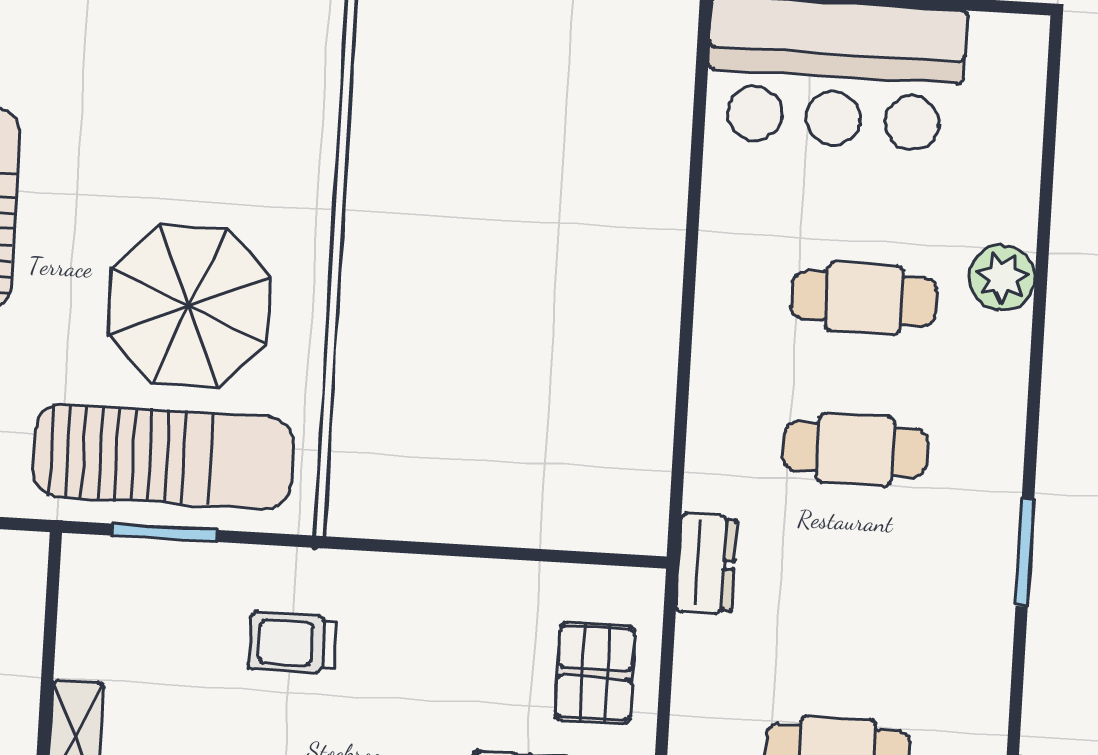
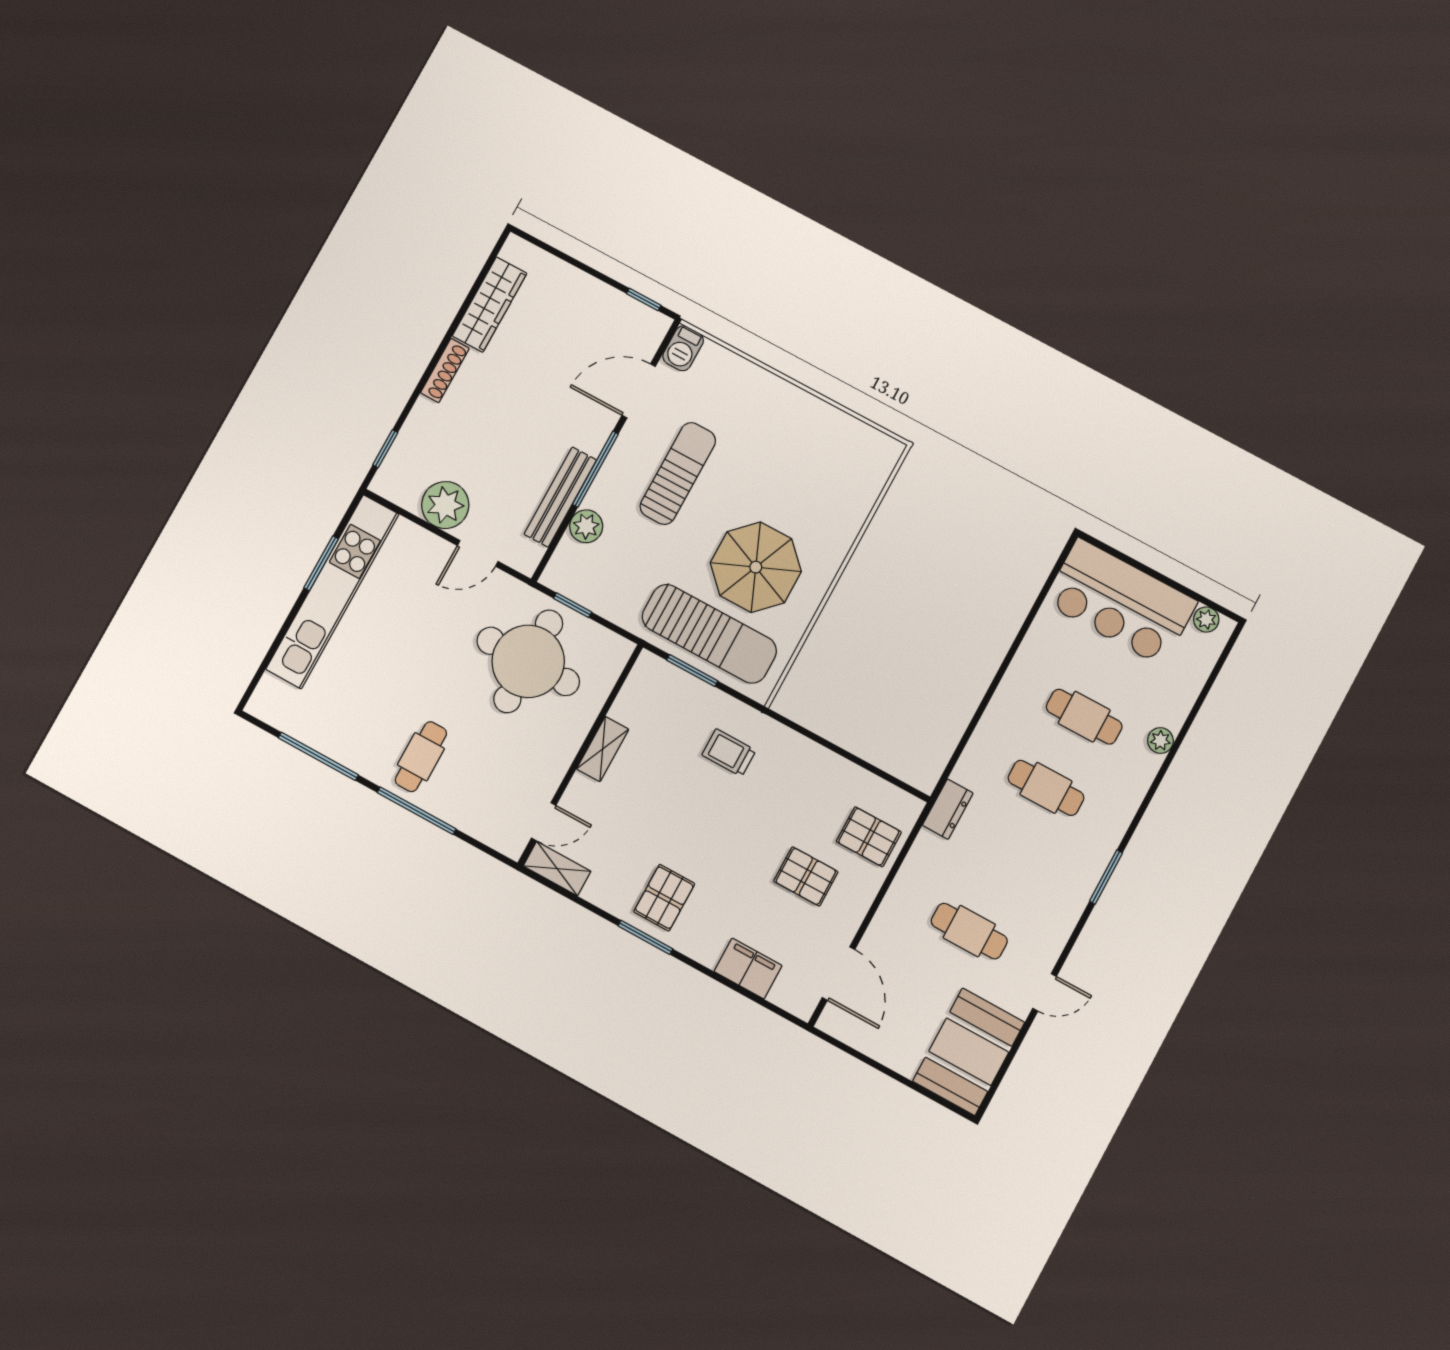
plant: (995, 36) -> (1206, 619), added
plant: (1002, 278) -> (1160, 741), width x0.73, depth x0.73
pallet: (595, 673) -> (869, 837), turned 90

